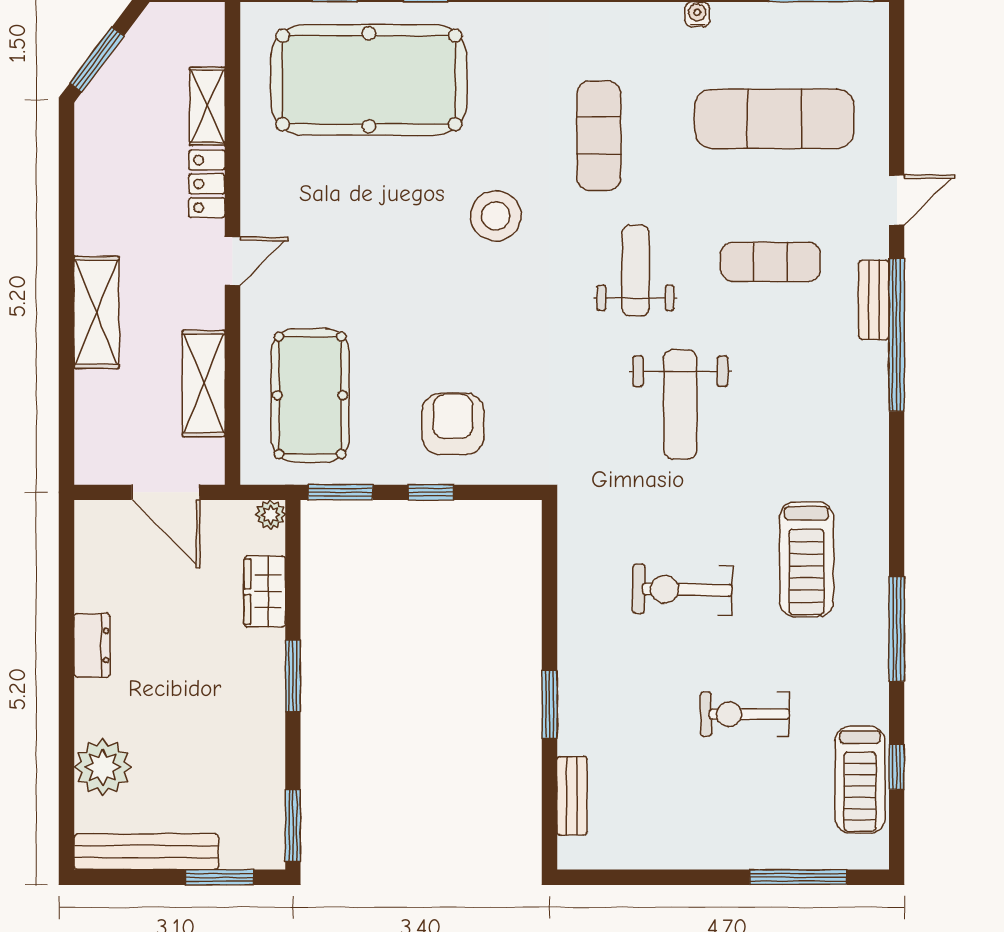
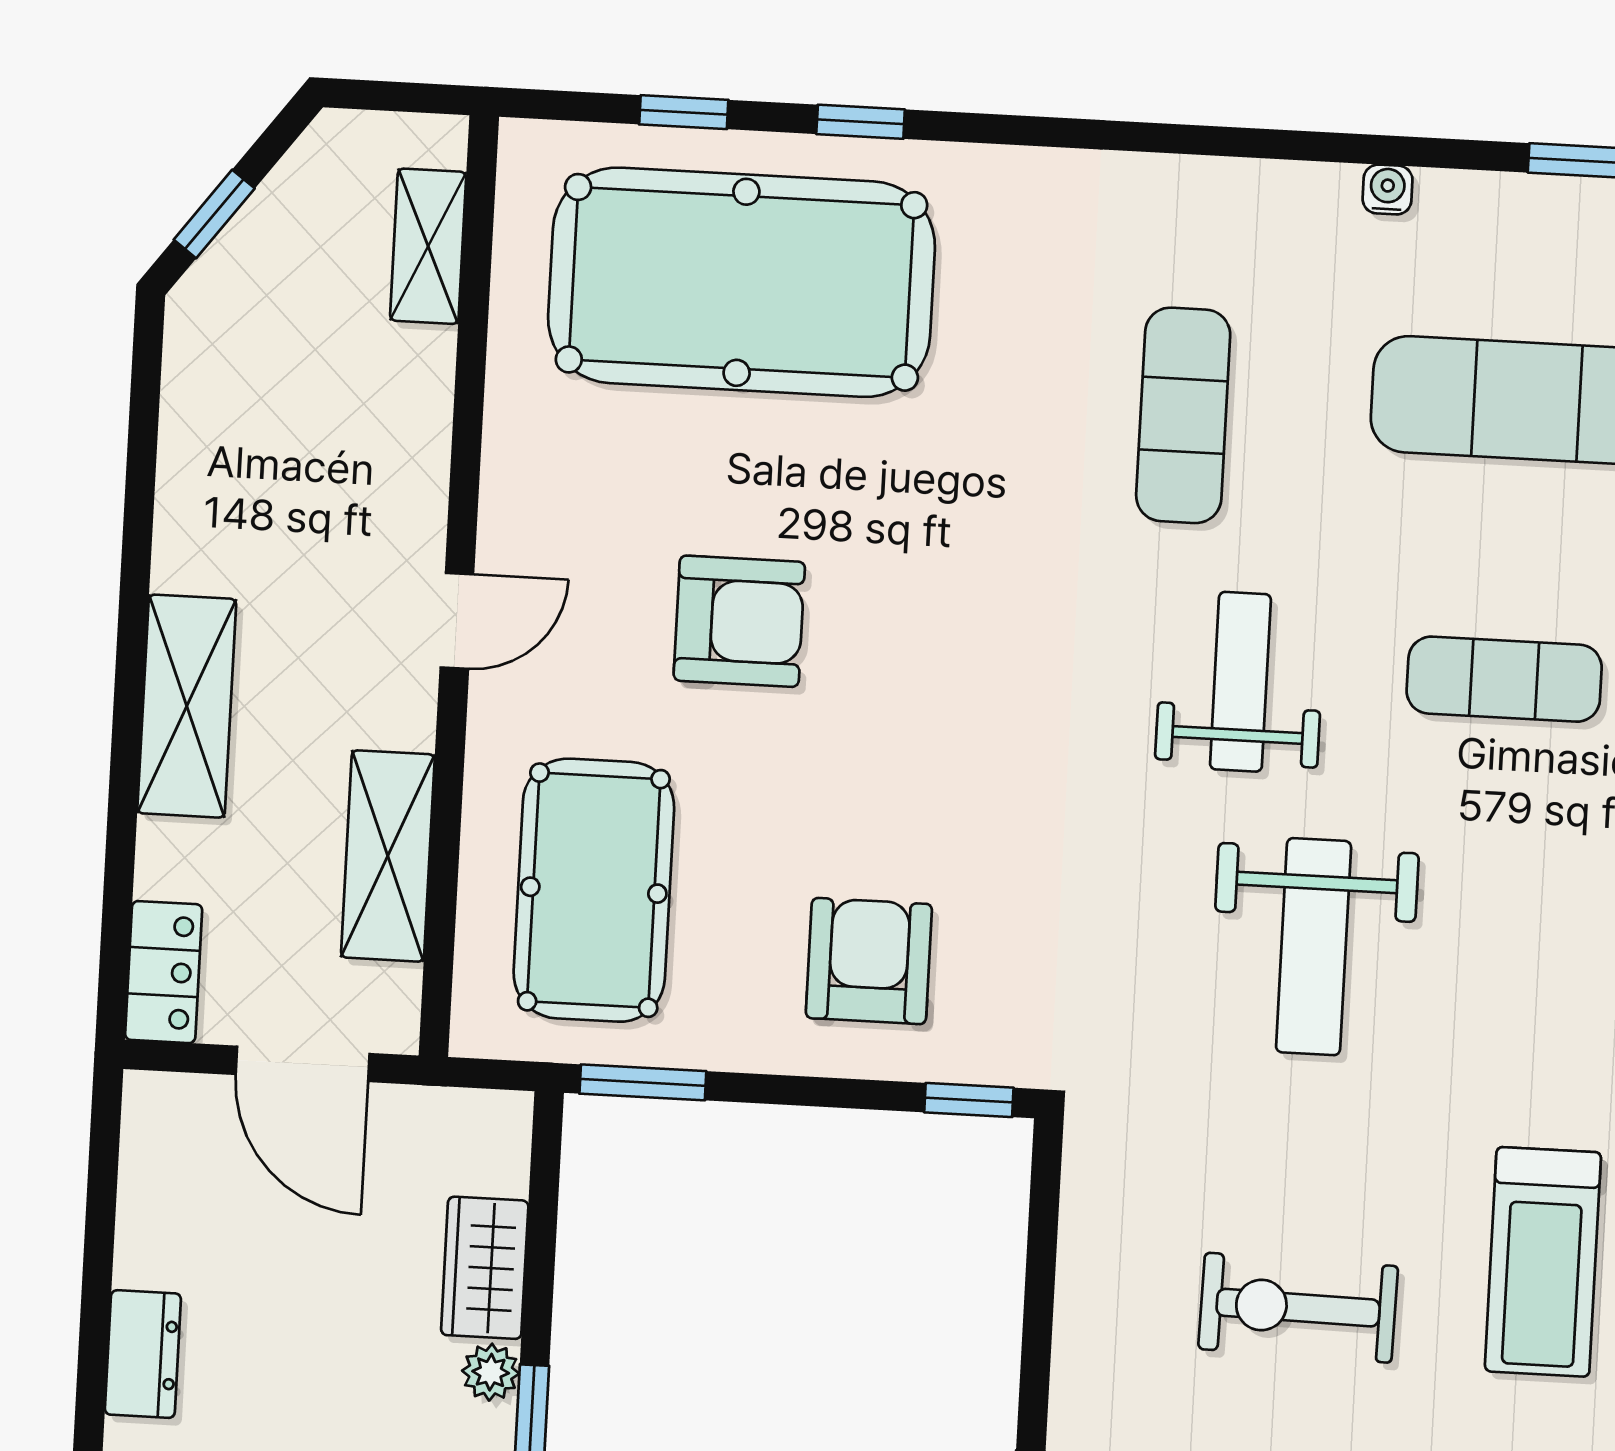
window: (97, 59) -> (214, 214), width x0.67
shelving: (207, 106) -> (428, 246), moved
locker: (207, 184) -> (164, 972), moved, turned 180
stool: (496, 216) -> (974, 560), removed
armchair: (377, 253) -> (739, 621), added
window: (431, 492) -> (969, 1100), moved
plant: (271, 515) -> (491, 1372), moved

